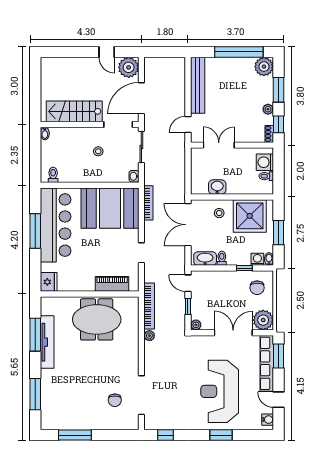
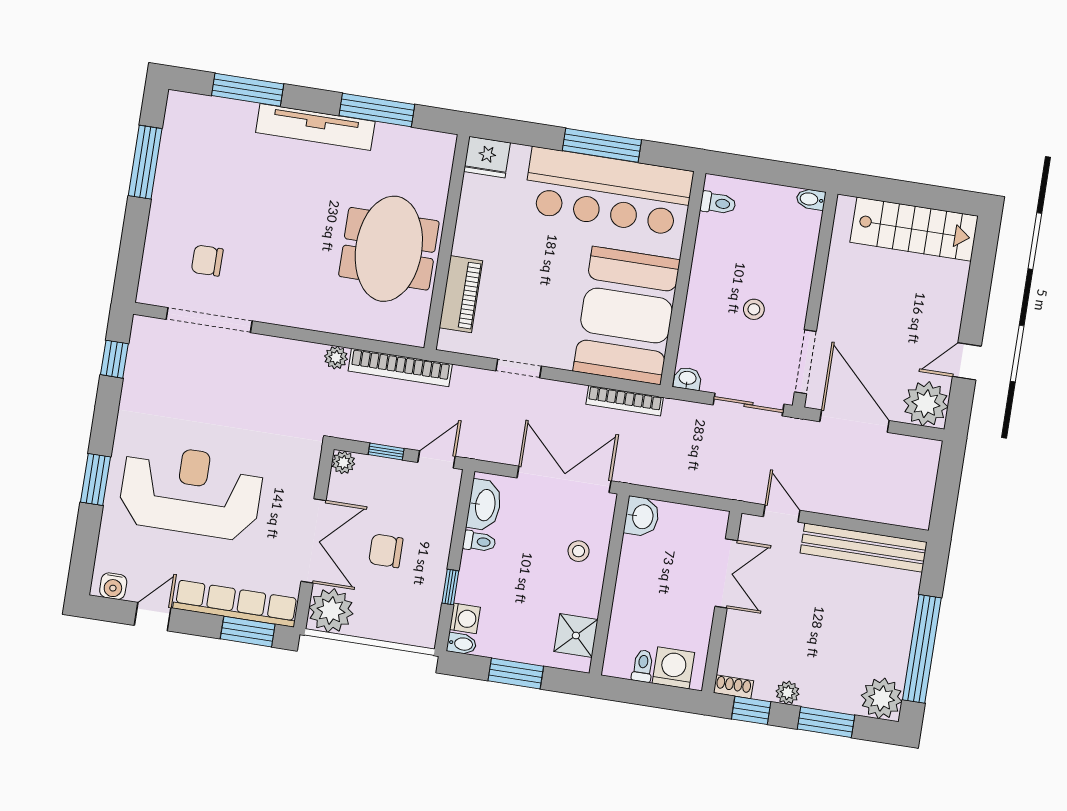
stairs: (74, 111) -> (914, 229), moved, turned 90
washbasin: (217, 187) -> (642, 517), moved
shower: (250, 216) -> (576, 635), width x0.54, depth x0.54
chair: (257, 288) -> (386, 551), moved
tv unit: (47, 342) -> (315, 127), moved

